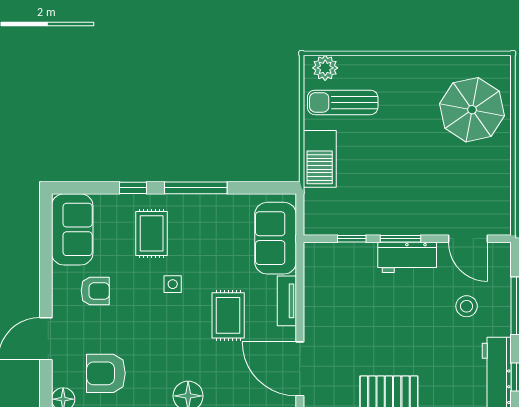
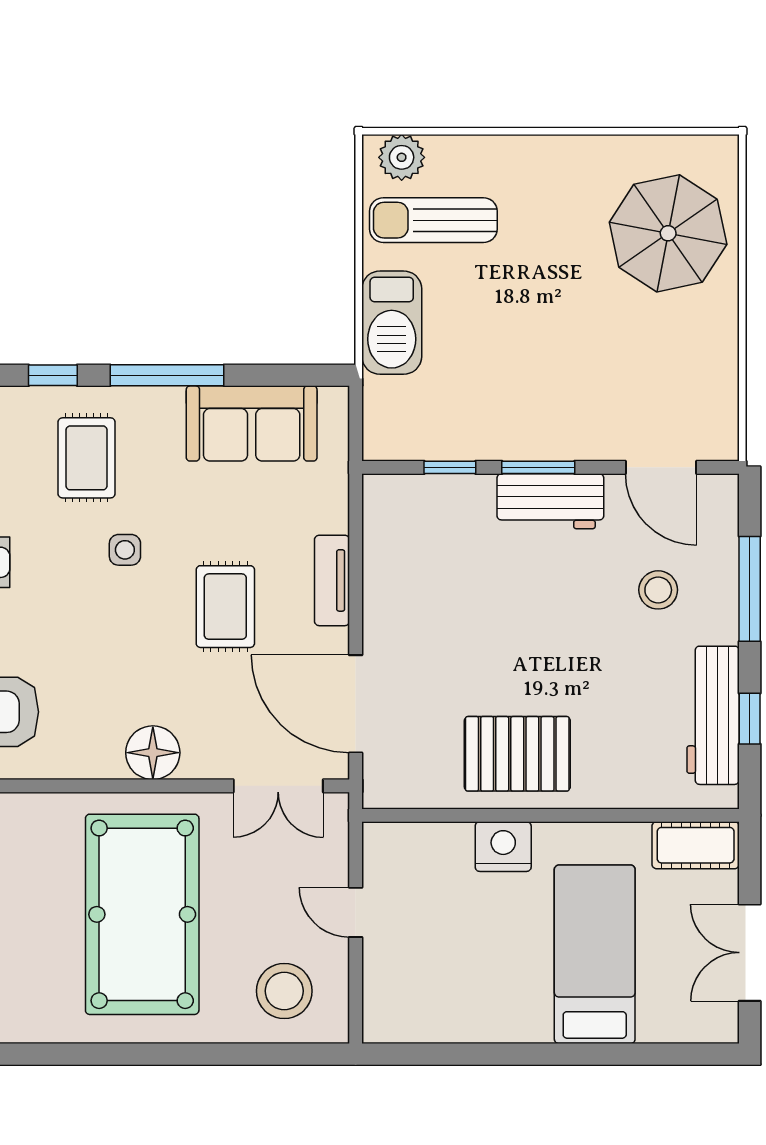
sofa: (276, 238) -> (252, 423), moved, turned -90

